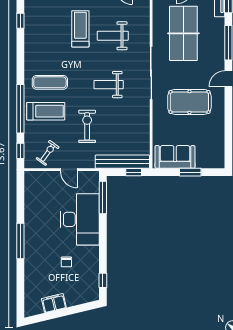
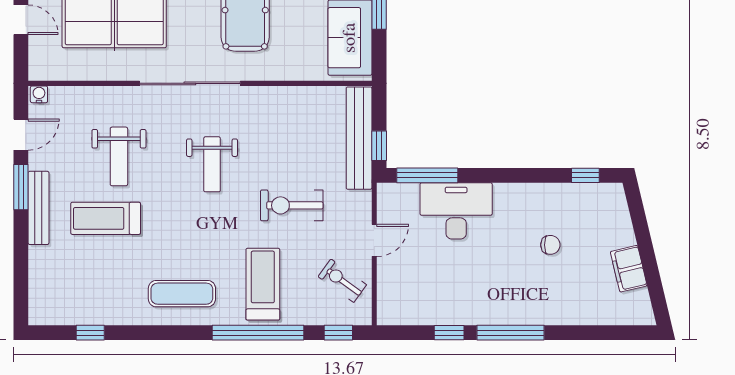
exercise mat: (50, 82) -> (182, 294), moved, turned 90
window: (134, 172) -> (379, 146), moved
window: (20, 209) -> (449, 333), added
desk: (80, 219) -> (456, 211), width x0.73, depth x0.77

